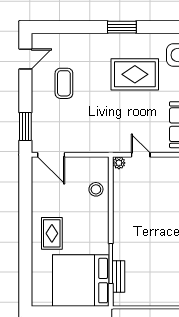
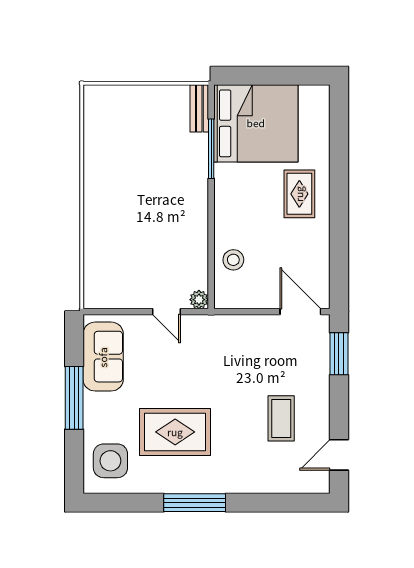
window: (122, 27) -> (195, 503), width x1.44
bench: (119, 276) -> (199, 108), moved

